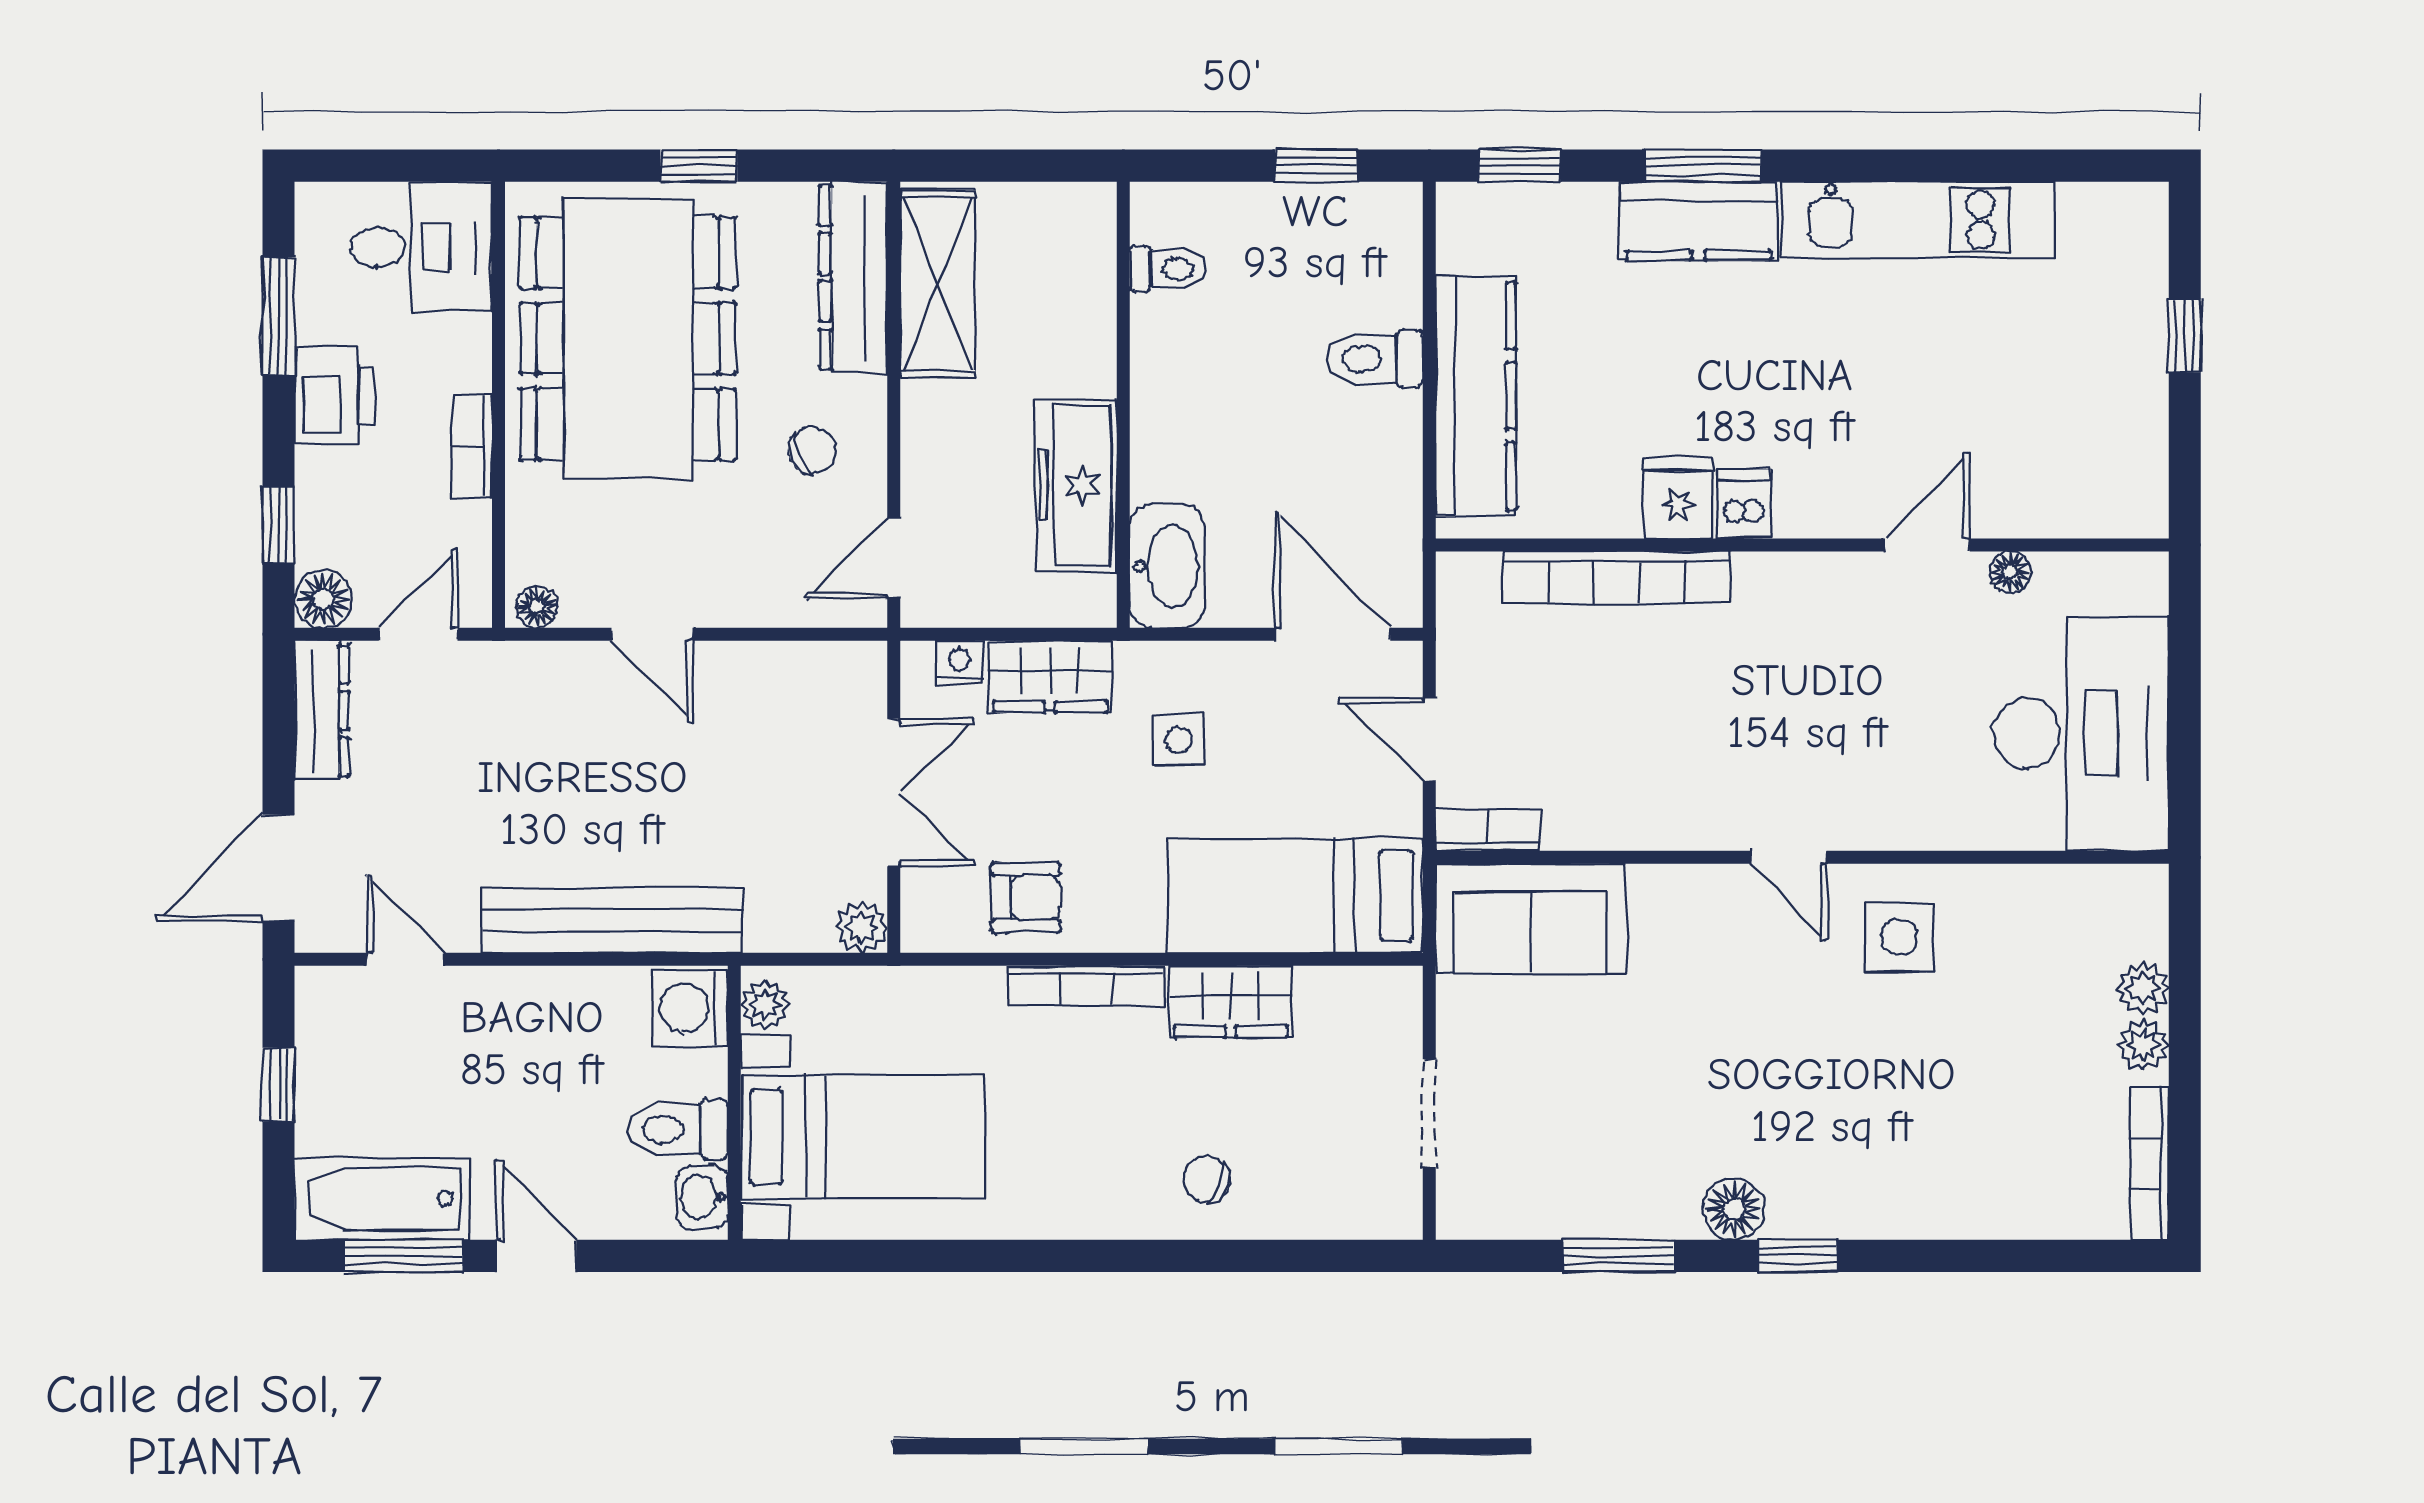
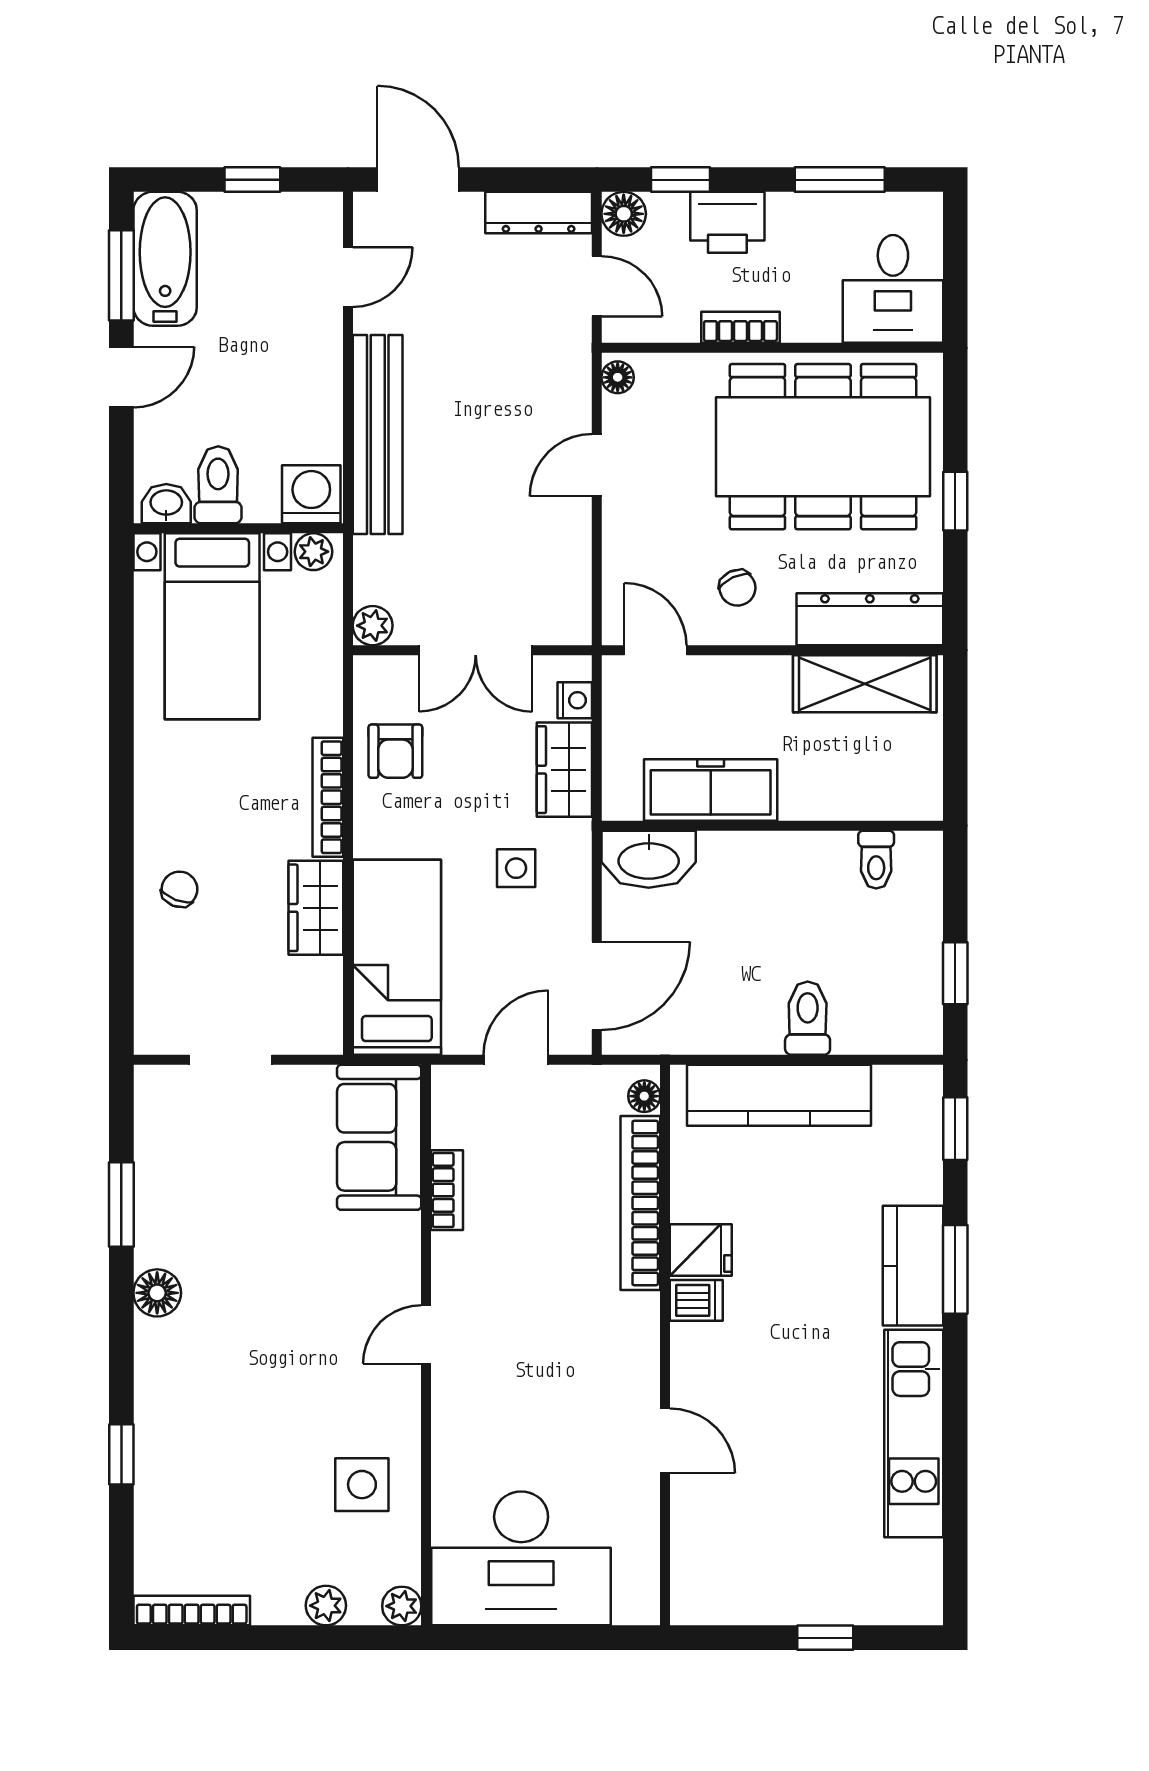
printer: (334, 395) -> (727, 222), moved
floor lamp: (2010, 572) -> (644, 1096), moved
bookcase: (1488, 830) -> (447, 1190), moved
side table: (1899, 937) -> (362, 1485), moved
plant: (2143, 1045) -> (402, 1606), moved
window: (1797, 1256) -> (121, 1454), moved

